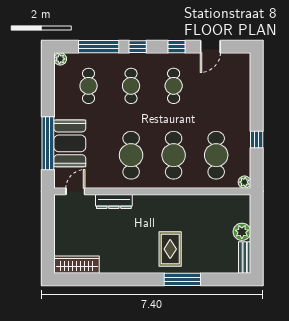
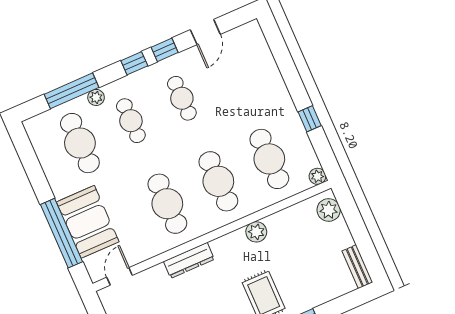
window: (138, 47) -> (134, 63), moved
plant: (60, 59) -> (96, 97), moved
cafe table: (89, 86) -> (80, 143), width x1.37, depth x1.35
dresser: (114, 201) -> (189, 260), moved
plant: (185, 202) -> (256, 232), added
plant: (242, 232) -> (329, 210), moved

